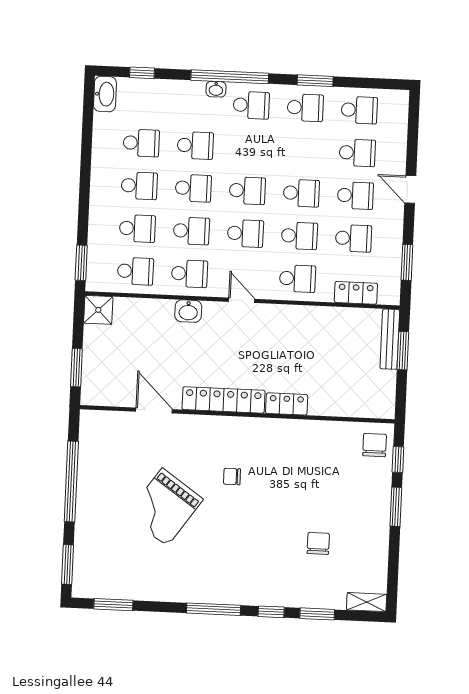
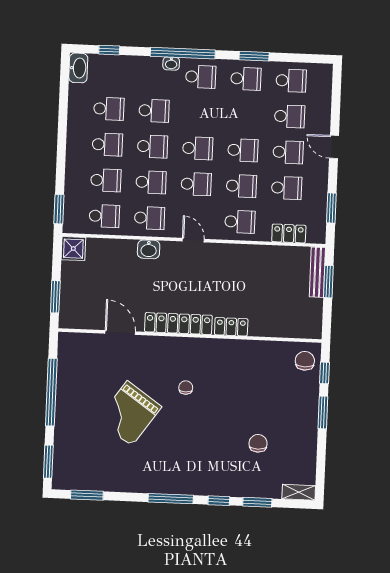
chair: (232, 476) -> (186, 388), turned 90

